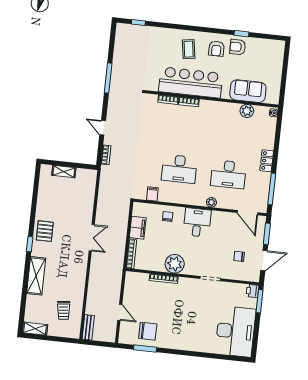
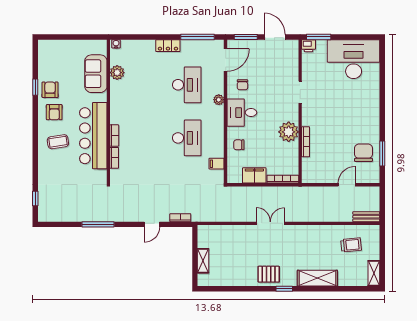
armchair: (238, 47) -> (50, 90), turned 180
armchair: (216, 49) -> (54, 112), turned 90
chair: (239, 256) -> (242, 85), moved

